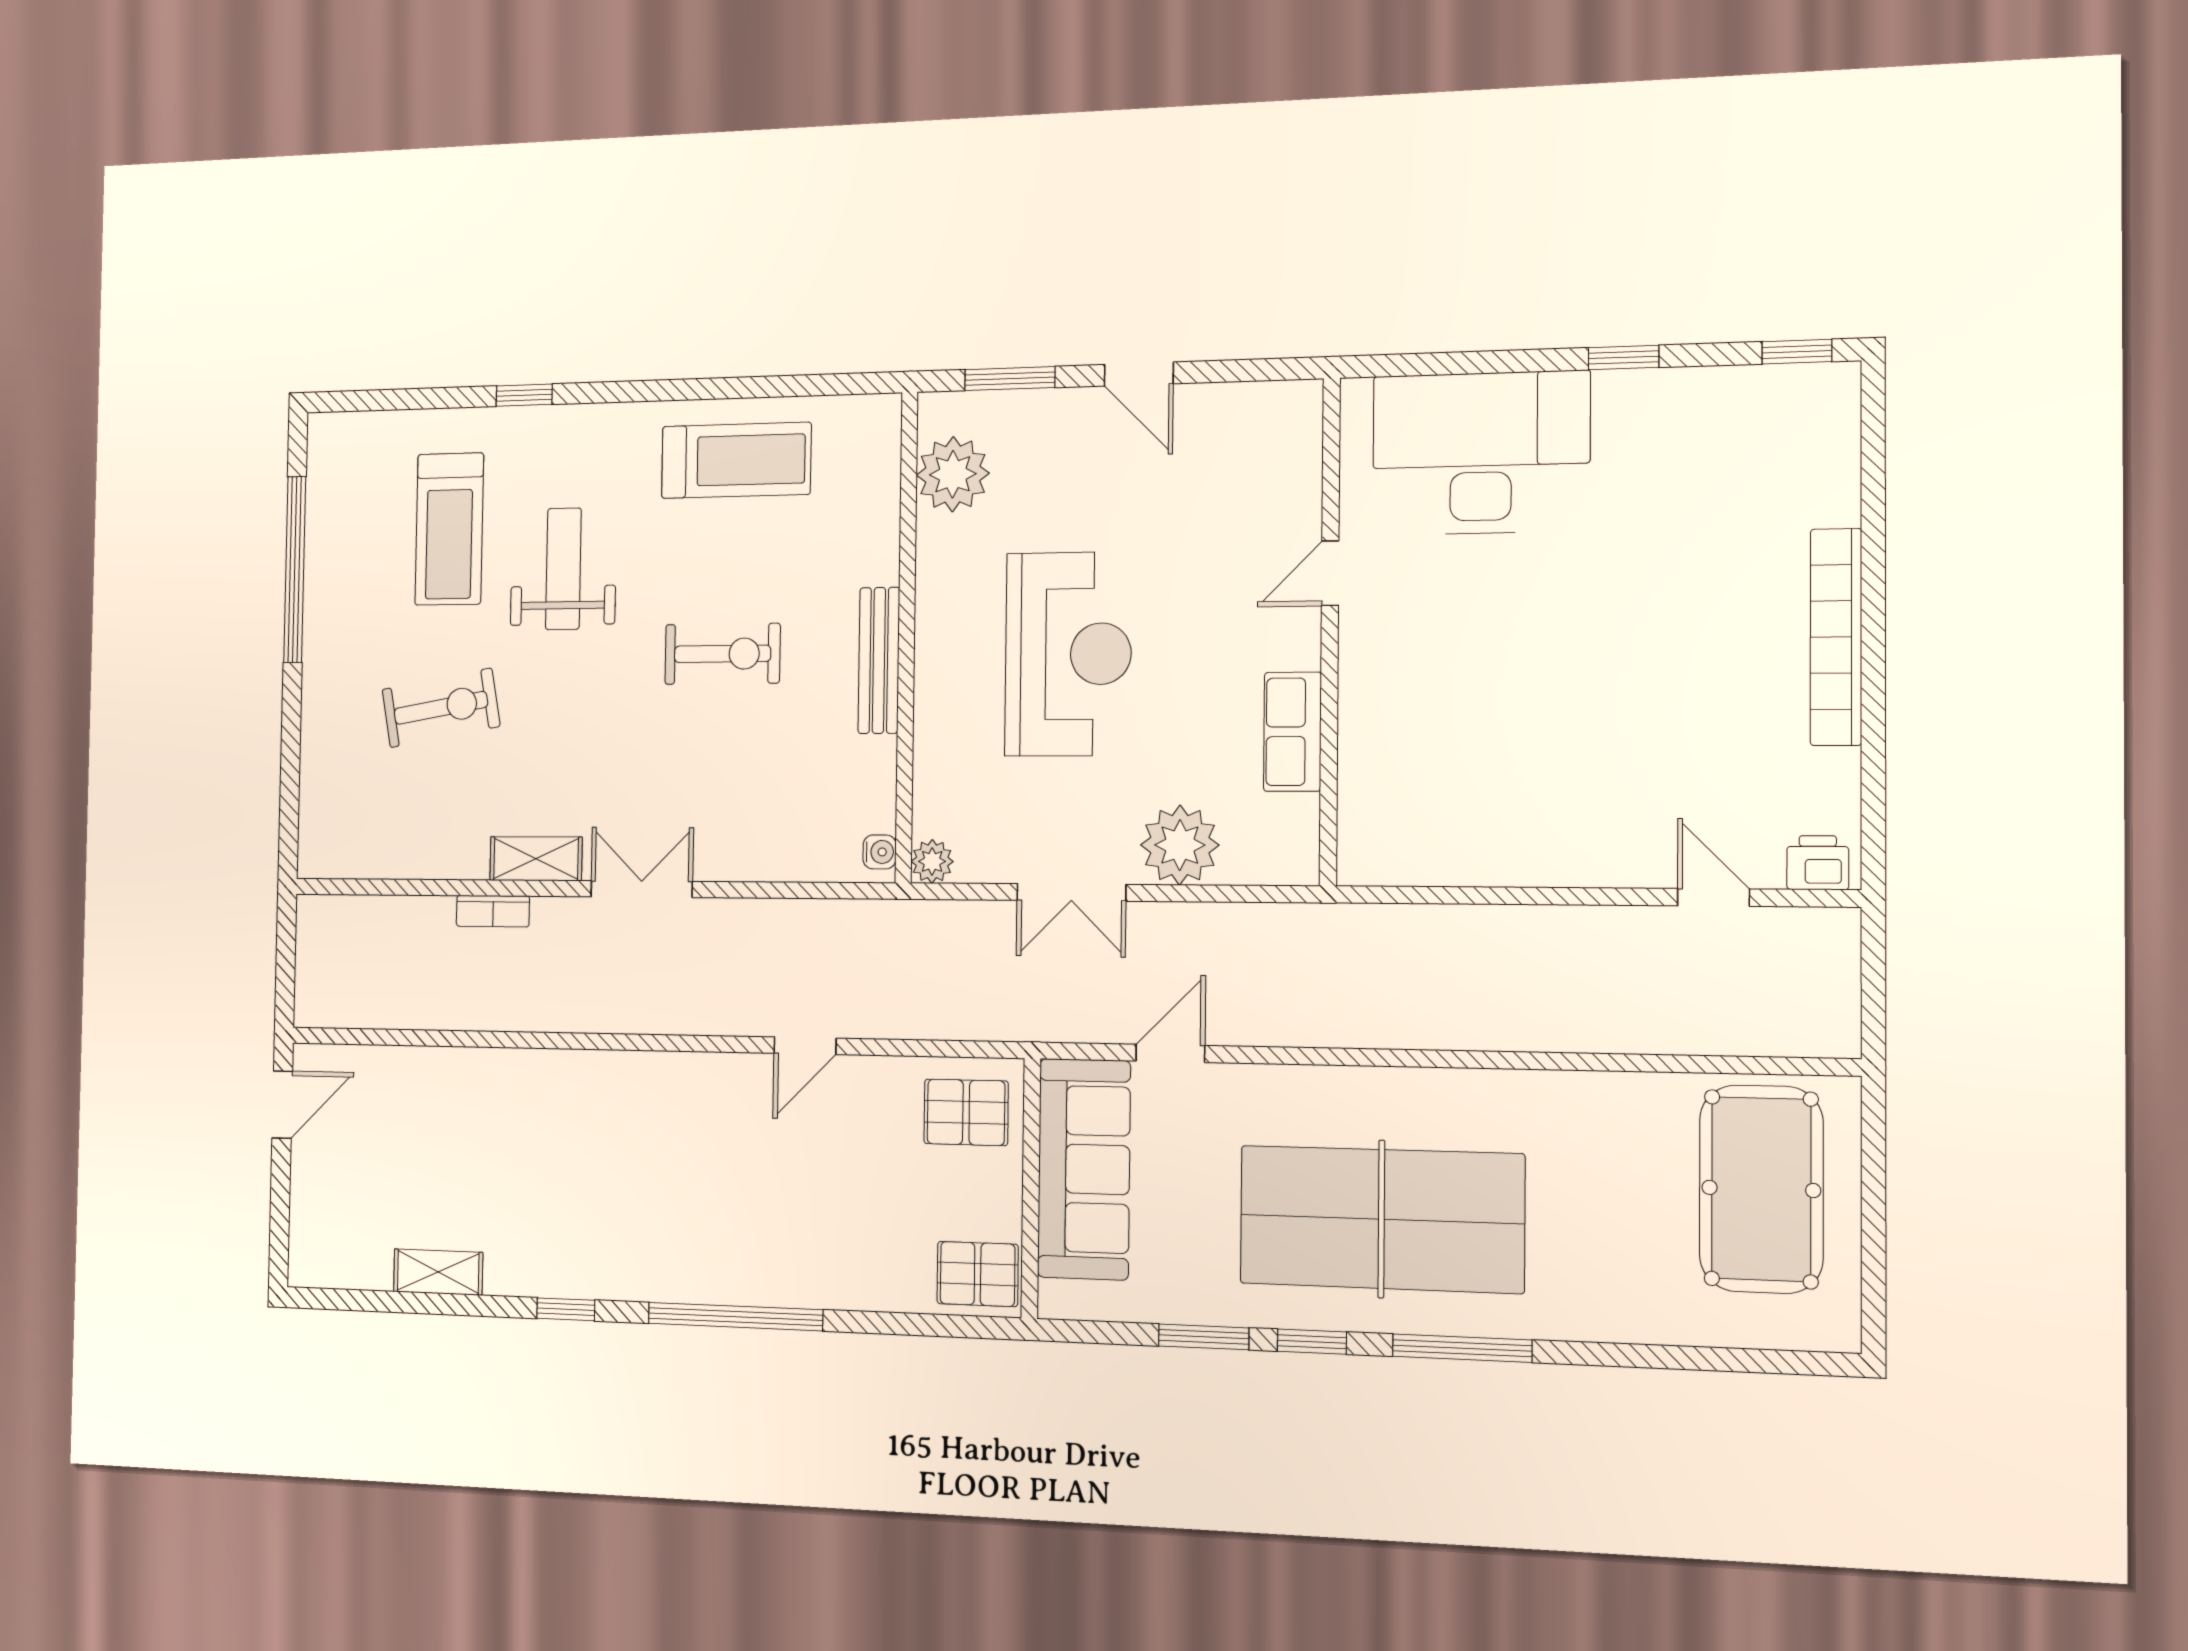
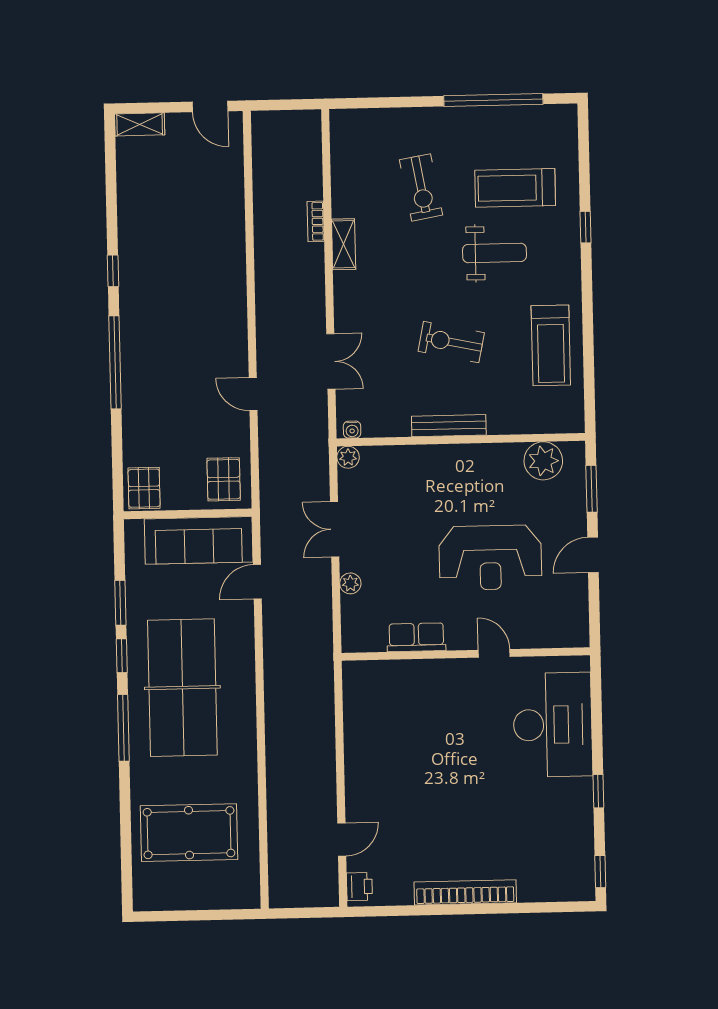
exercise bike: (723, 654) -> (451, 342), turned 102
reception desk: (1068, 654) -> (490, 558), moved
plant: (1180, 845) -> (350, 583), width x0.53, depth x0.53
double door: (642, 889) -> (331, 361), moved
door: (1170, 1053) -> (257, 582), swing flipped
pool table: (1761, 1189) -> (189, 833), moved
shelving: (438, 1272) -> (140, 124), moved, turned 90

